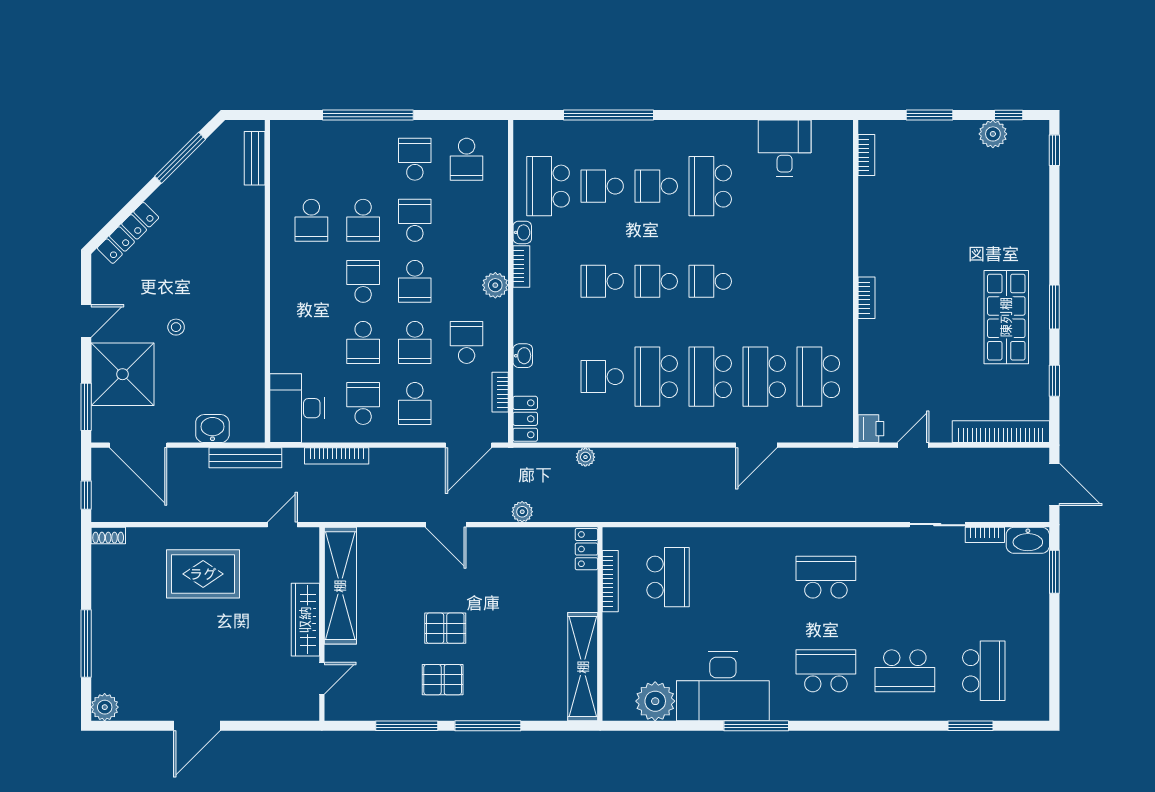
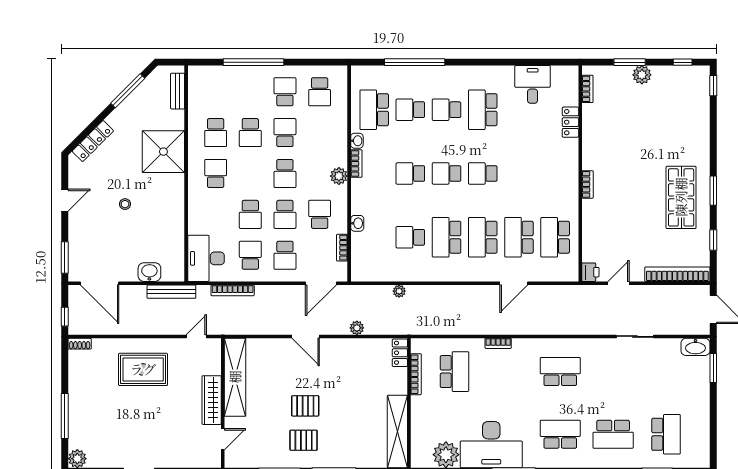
plant: (993, 134) -> (642, 75), moved
school desk: (363, 281) -> (216, 173), moved
shower: (122, 374) -> (163, 152), moved
locker: (525, 419) -> (570, 122), moved, turned 180
bookcase: (985, 535) -> (498, 343), moved

